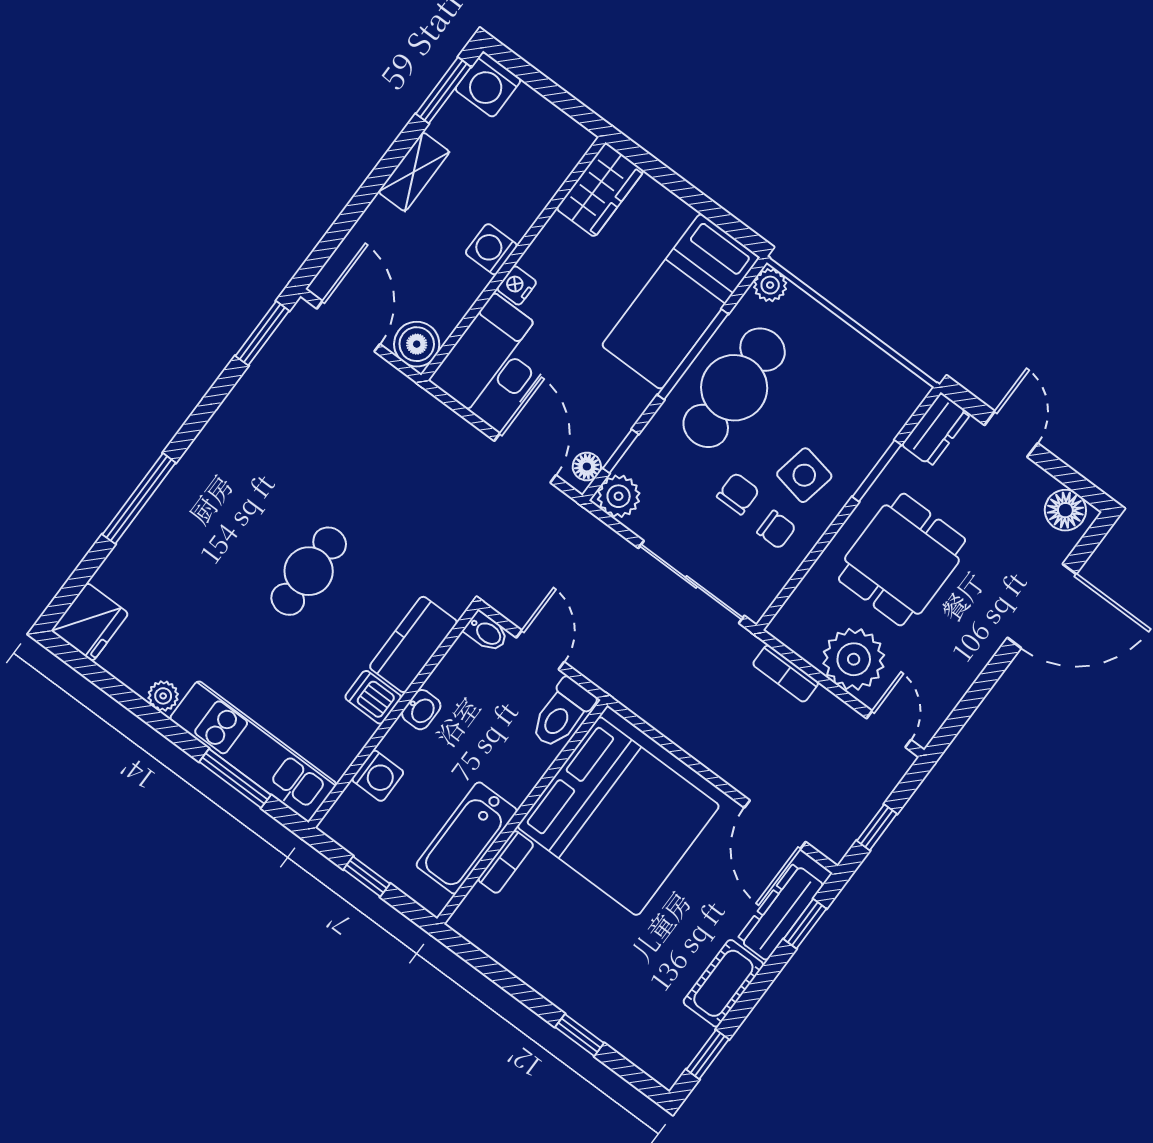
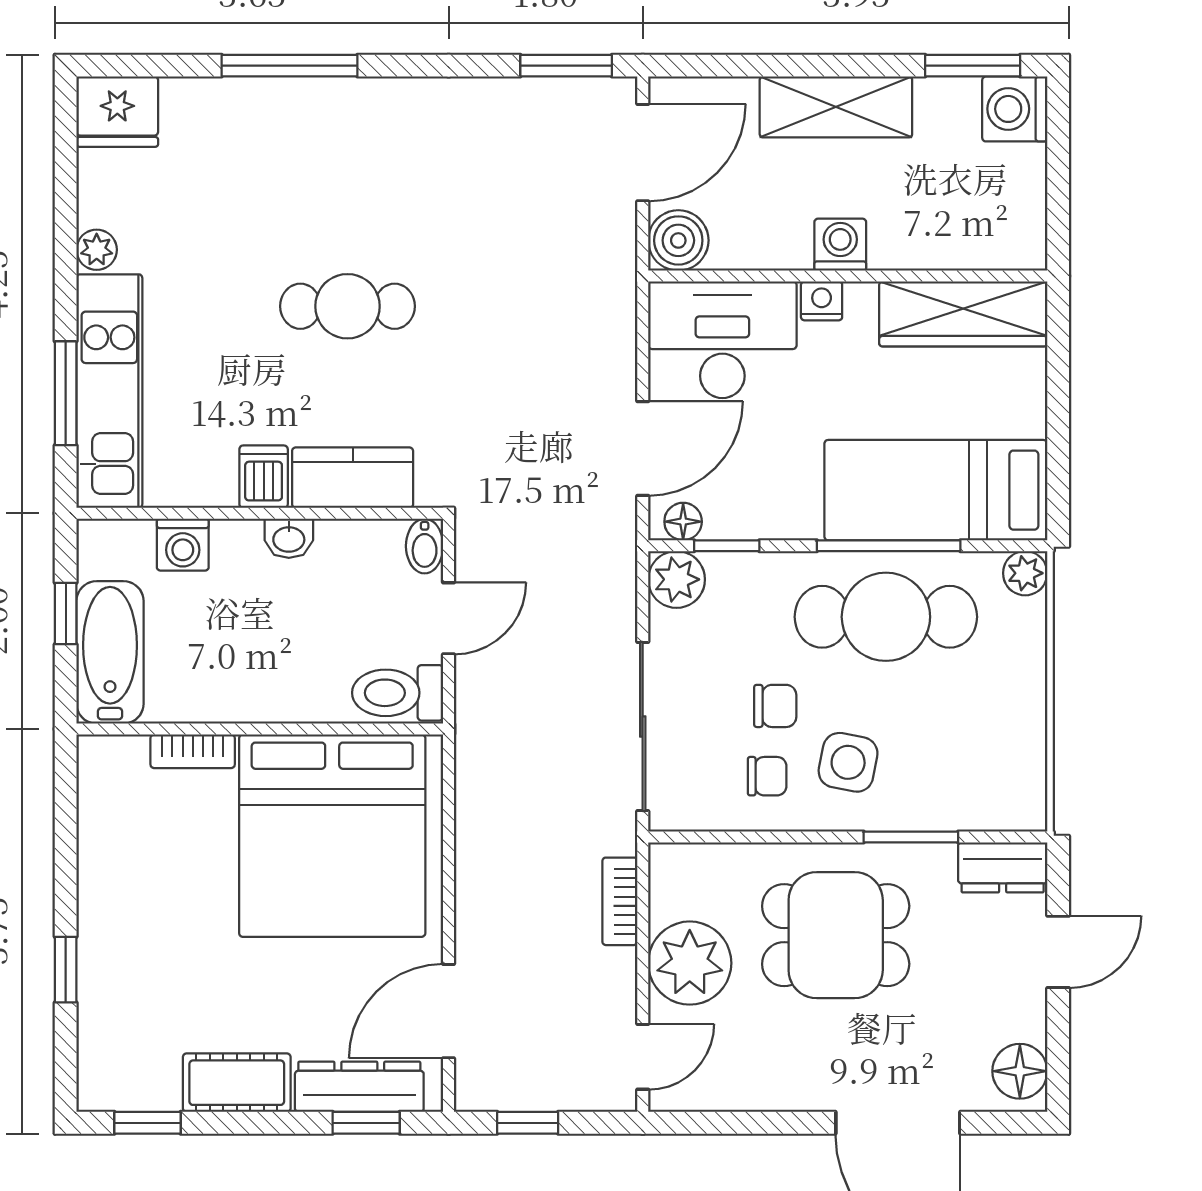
shelving: (414, 172) -> (836, 107), width x1.50, depth x1.33
wardrobe: (600, 190) -> (963, 314), width x1.50
chair: (776, 530) -> (767, 776), turned -90
bathtub: (467, 838) -> (110, 652), moved, turned 90

